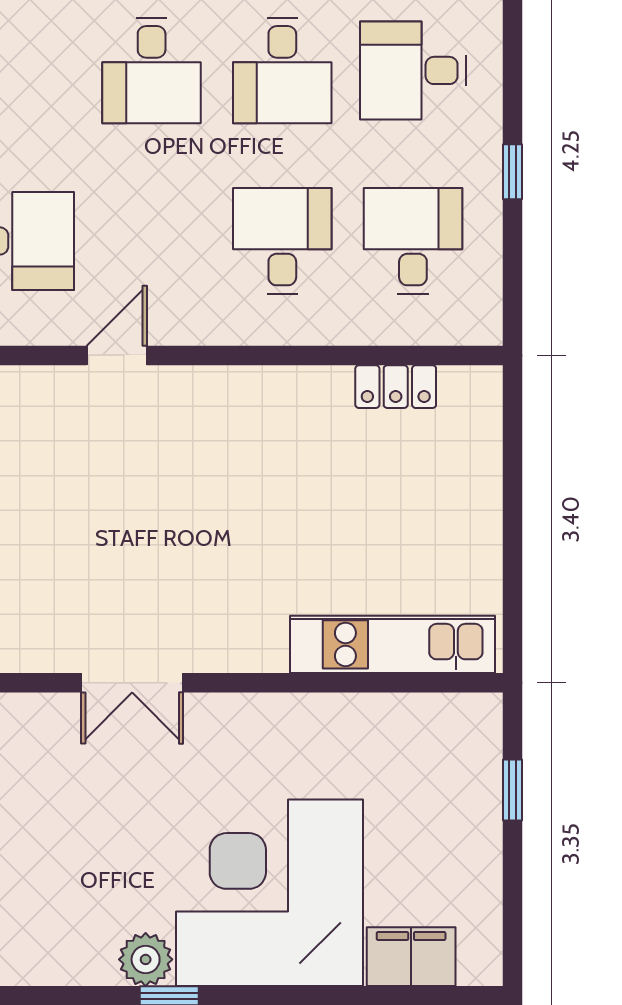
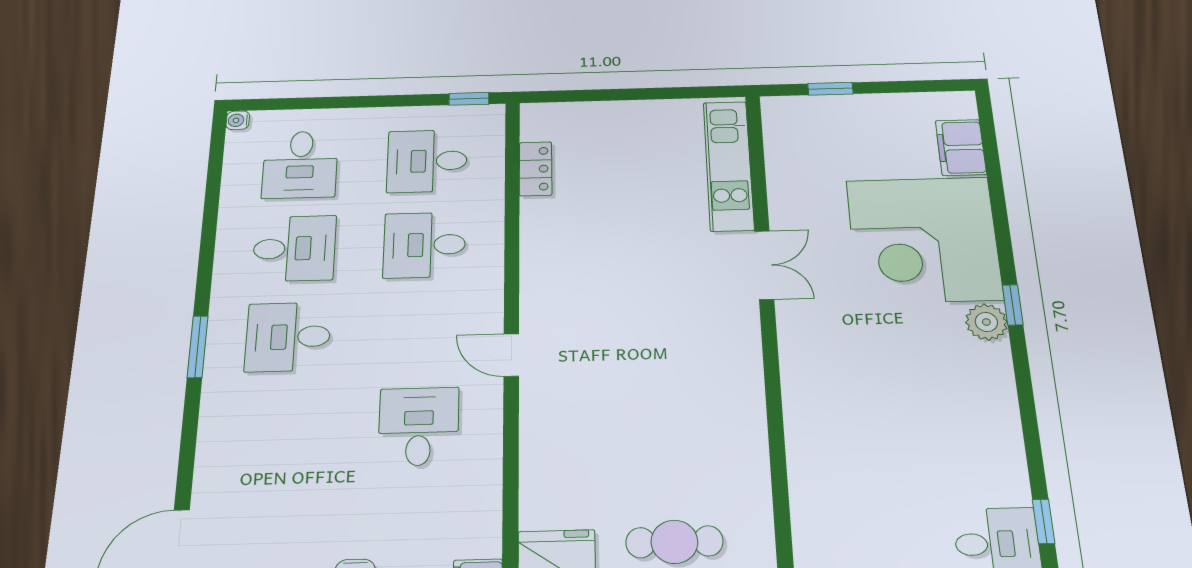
desk: (152, 70) -> (288, 337), turned 180
window: (513, 172) -> (469, 99), moved
double door: (132, 683) -> (764, 265), moved

